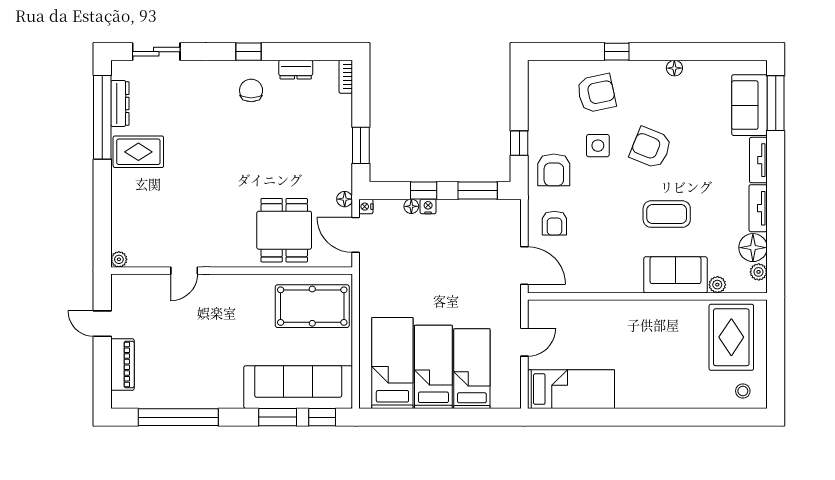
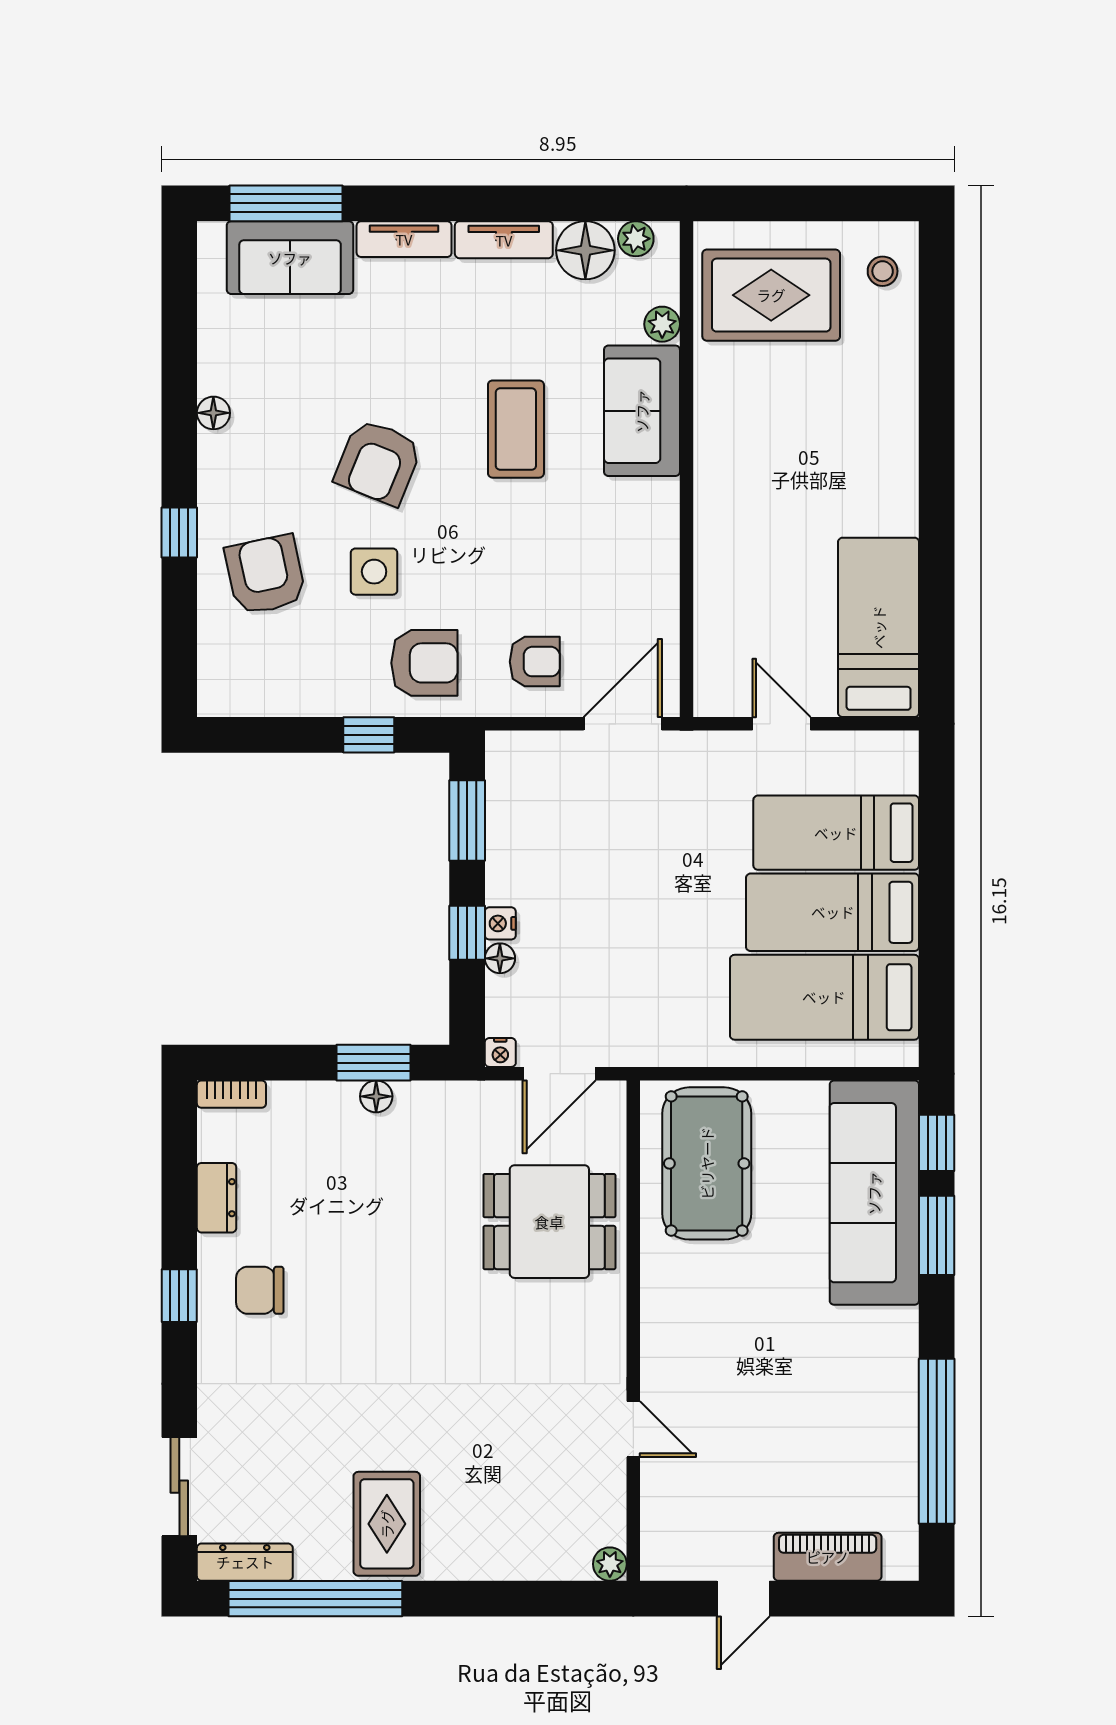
dresser: (120, 103) -> (245, 1562), moved
floor lamp: (345, 199) -> (376, 1096), moved

